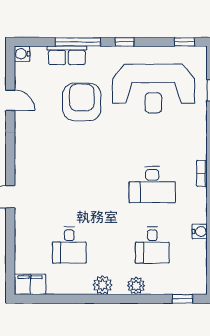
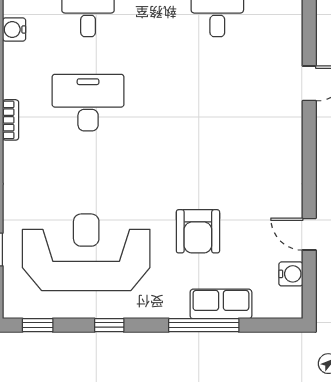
window: (125, 42) -> (109, 325), moved
water cooler: (22, 54) -> (291, 274), moved
armchair: (82, 102) -> (198, 231), width x0.73, depth x0.73

